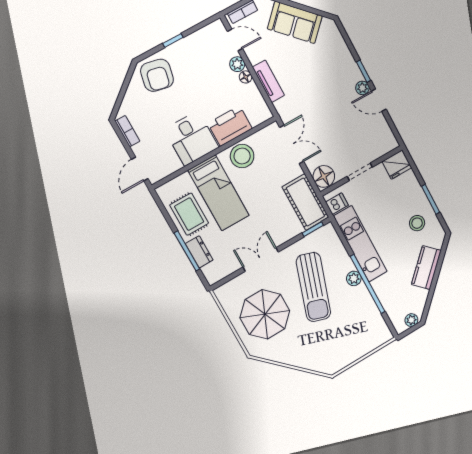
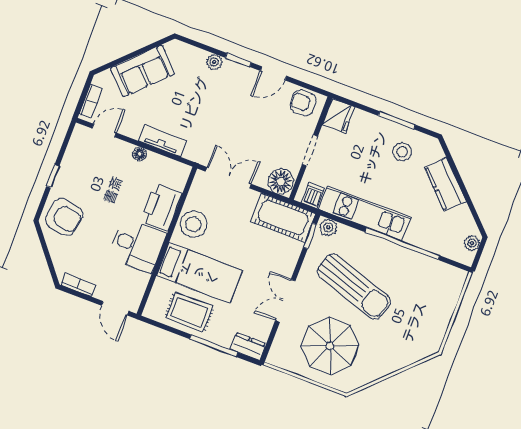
plant: (237, 64) -> (123, 149), removed
plant: (362, 88) -> (214, 62), moved
armchair: (381, 136) -> (303, 103), added
dresser: (199, 252) -> (248, 346), moved
plant: (354, 278) -> (328, 228), moved

